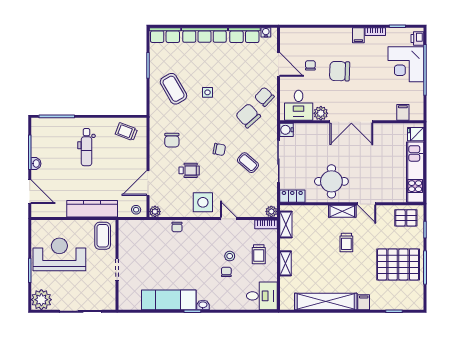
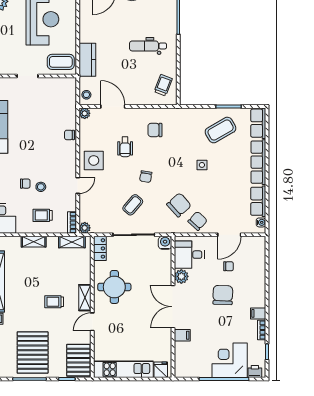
coffee table: (173, 89) -> (221, 130), moved
filing cabinet: (403, 112) -> (182, 335), moved
kitchen counter: (92, 209) -> (87, 60), width x0.67
pallet: (406, 218) -> (78, 360), width x1.50, depth x1.42

